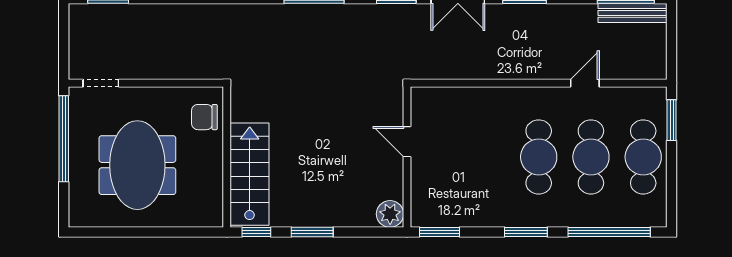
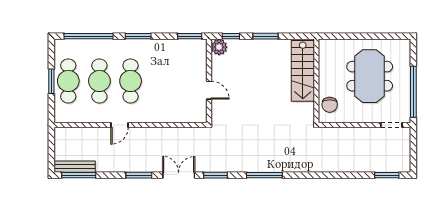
door: (585, 83) -> (120, 125), moved
chair: (204, 117) -> (330, 105), turned 90
window: (672, 120) -> (51, 81), moved
window: (256, 232) -> (231, 36), moved

